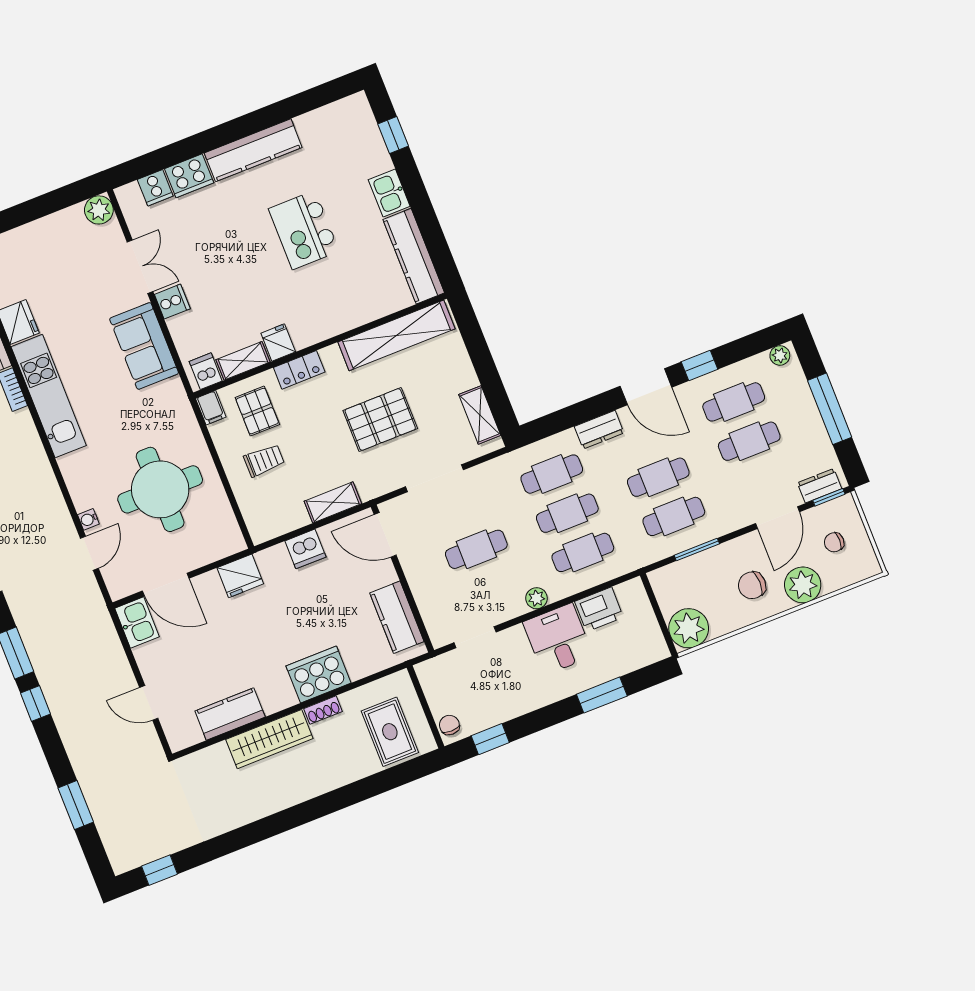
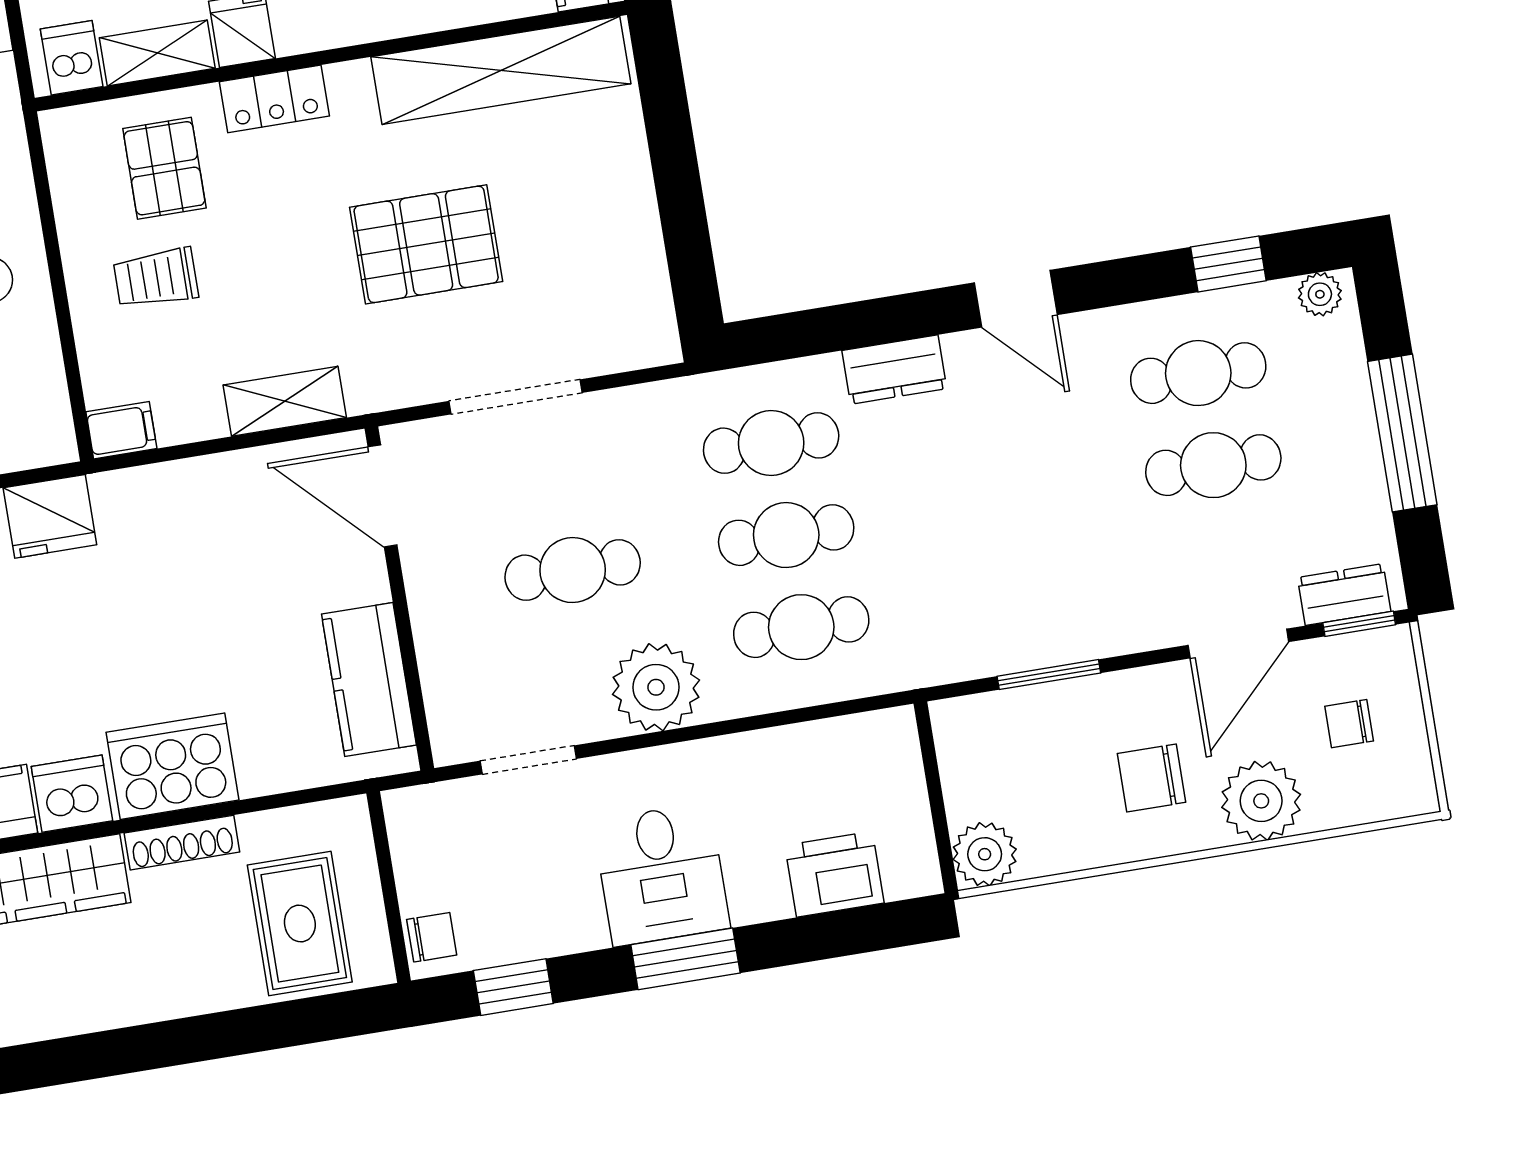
window: (700, 366) -> (1228, 264), moved
door: (646, 387) -> (1016, 299), width x0.73
filing cabinet: (211, 408) -> (121, 430), moved, turned -90
shelving: (480, 415) -> (644, 281), removed
trolley: (264, 460) -> (156, 278), turned 180
cafe table: (658, 477) -> (1000, 500), removed
cafe table: (674, 516) -> (1015, 592), removed
dishwasher: (305, 549) -> (72, 794), moved, turned 180
plant: (537, 598) -> (656, 687), width x1.87, depth x1.87
printer: (599, 609) -> (834, 874), moved, turned 180
plant: (689, 628) -> (985, 854), width x0.73, depth x0.73
desk: (558, 639) -> (662, 874), moved, turned 180
window: (602, 695) -> (685, 959), moved
shoe rack: (323, 710) -> (182, 843), width x1.43
chair: (449, 725) -> (432, 937), turned 90

